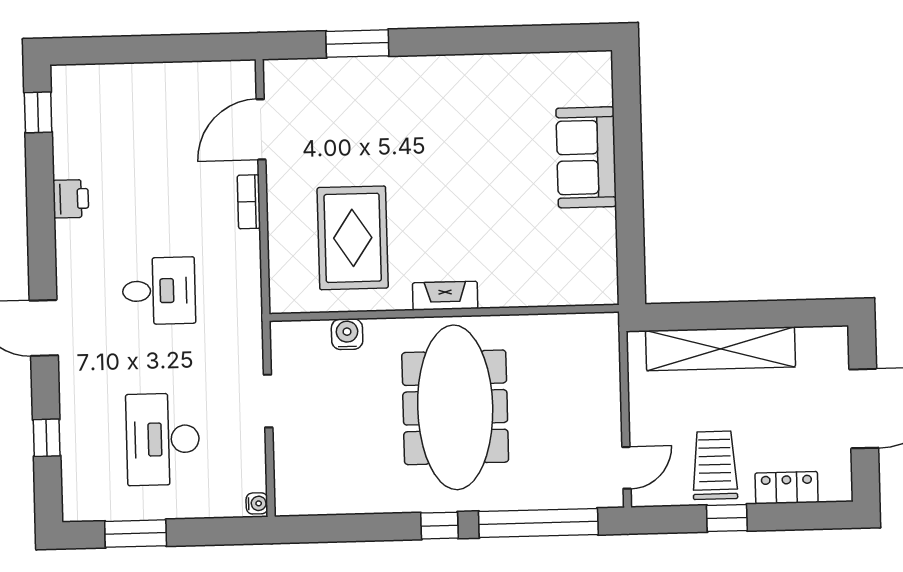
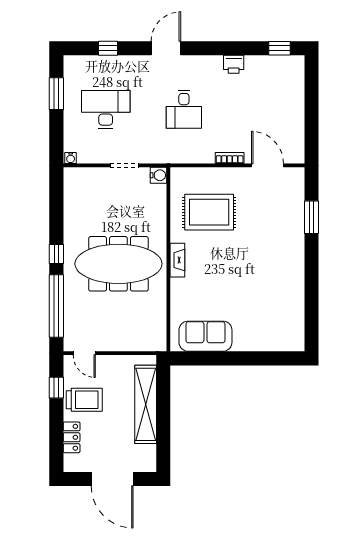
sofa: (586, 157) -> (205, 336), moved
water cooler: (347, 334) -> (159, 175), moved
window: (727, 518) -> (56, 388), moved

